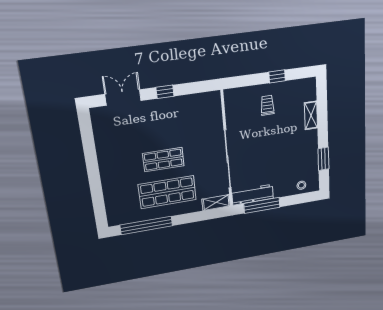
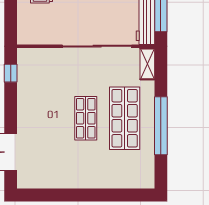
window: (165, 92) -> (11, 73), moved
window: (146, 225) -> (161, 126), moved

